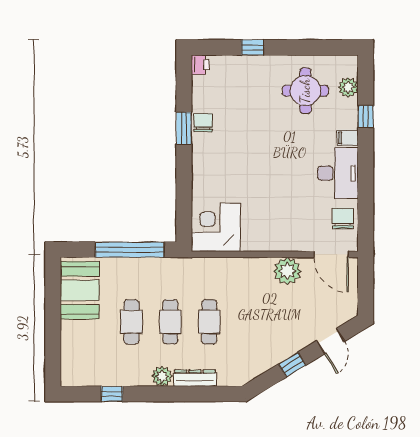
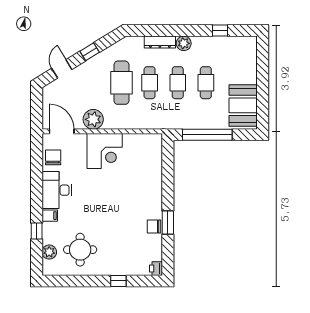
chair: (203, 123) -> (154, 227), turned 90
chair: (343, 218) -> (53, 157), turned 180
corner desk: (216, 227) -> (105, 151), moved
cafe table: (248, 322) -> (121, 83), added

